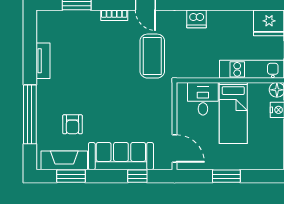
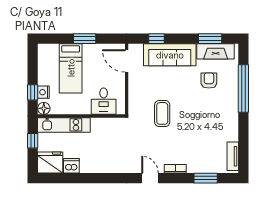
dishwasher: (196, 19) -> (71, 166), moved
coffee table: (152, 56) -> (162, 113), moved, width x0.73, depth x0.76
tv unit: (43, 61) -> (233, 156), moved
bed: (233, 113) -> (71, 68), moved, turned 180

